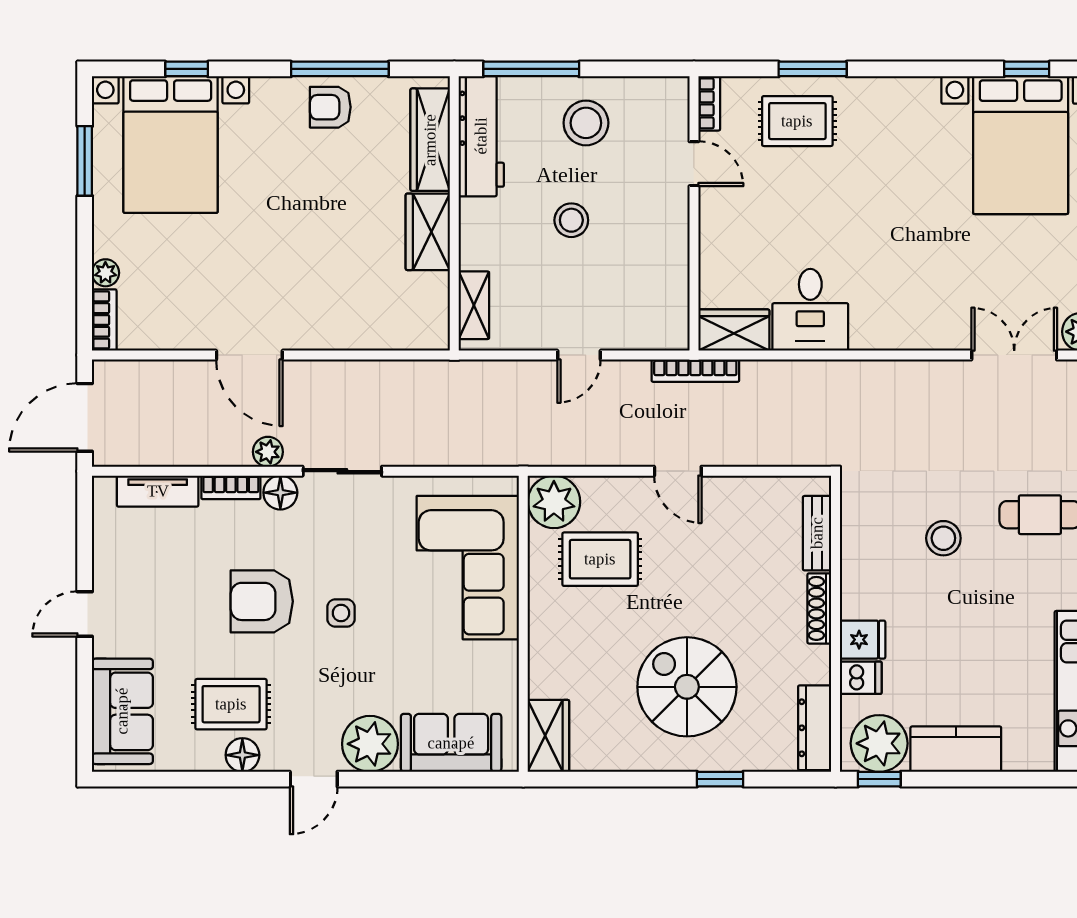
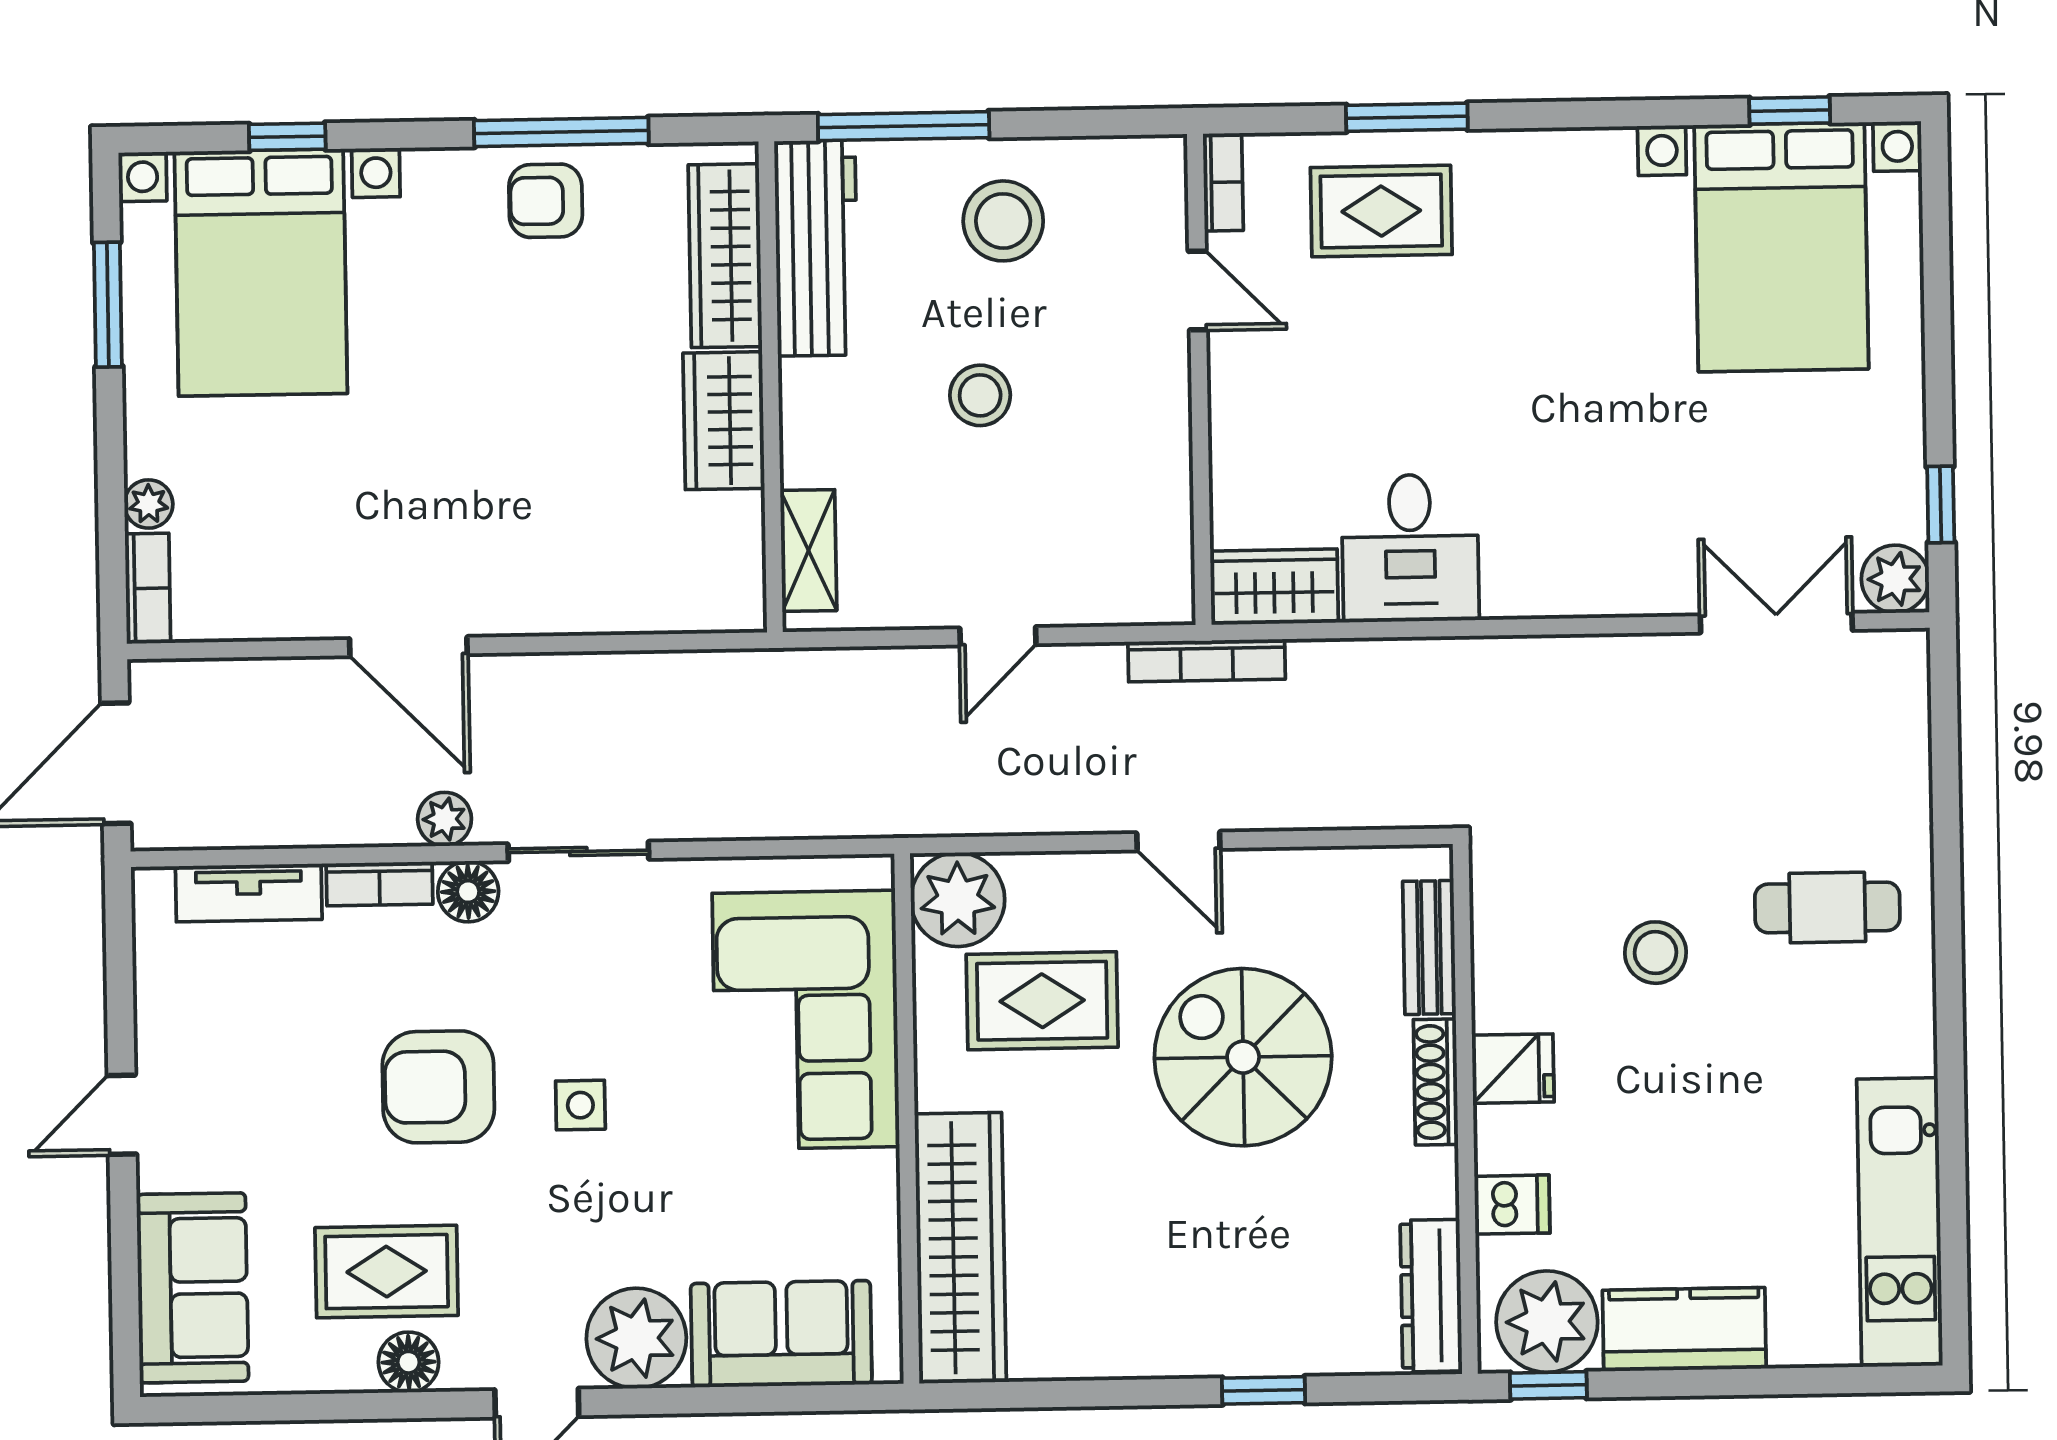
fridge: (863, 640) -> (1513, 1069), moved
spiral stairs: (687, 687) -> (1243, 1057), moved
wardrobe: (548, 736) -> (960, 1248), width x2.10, depth x1.17

